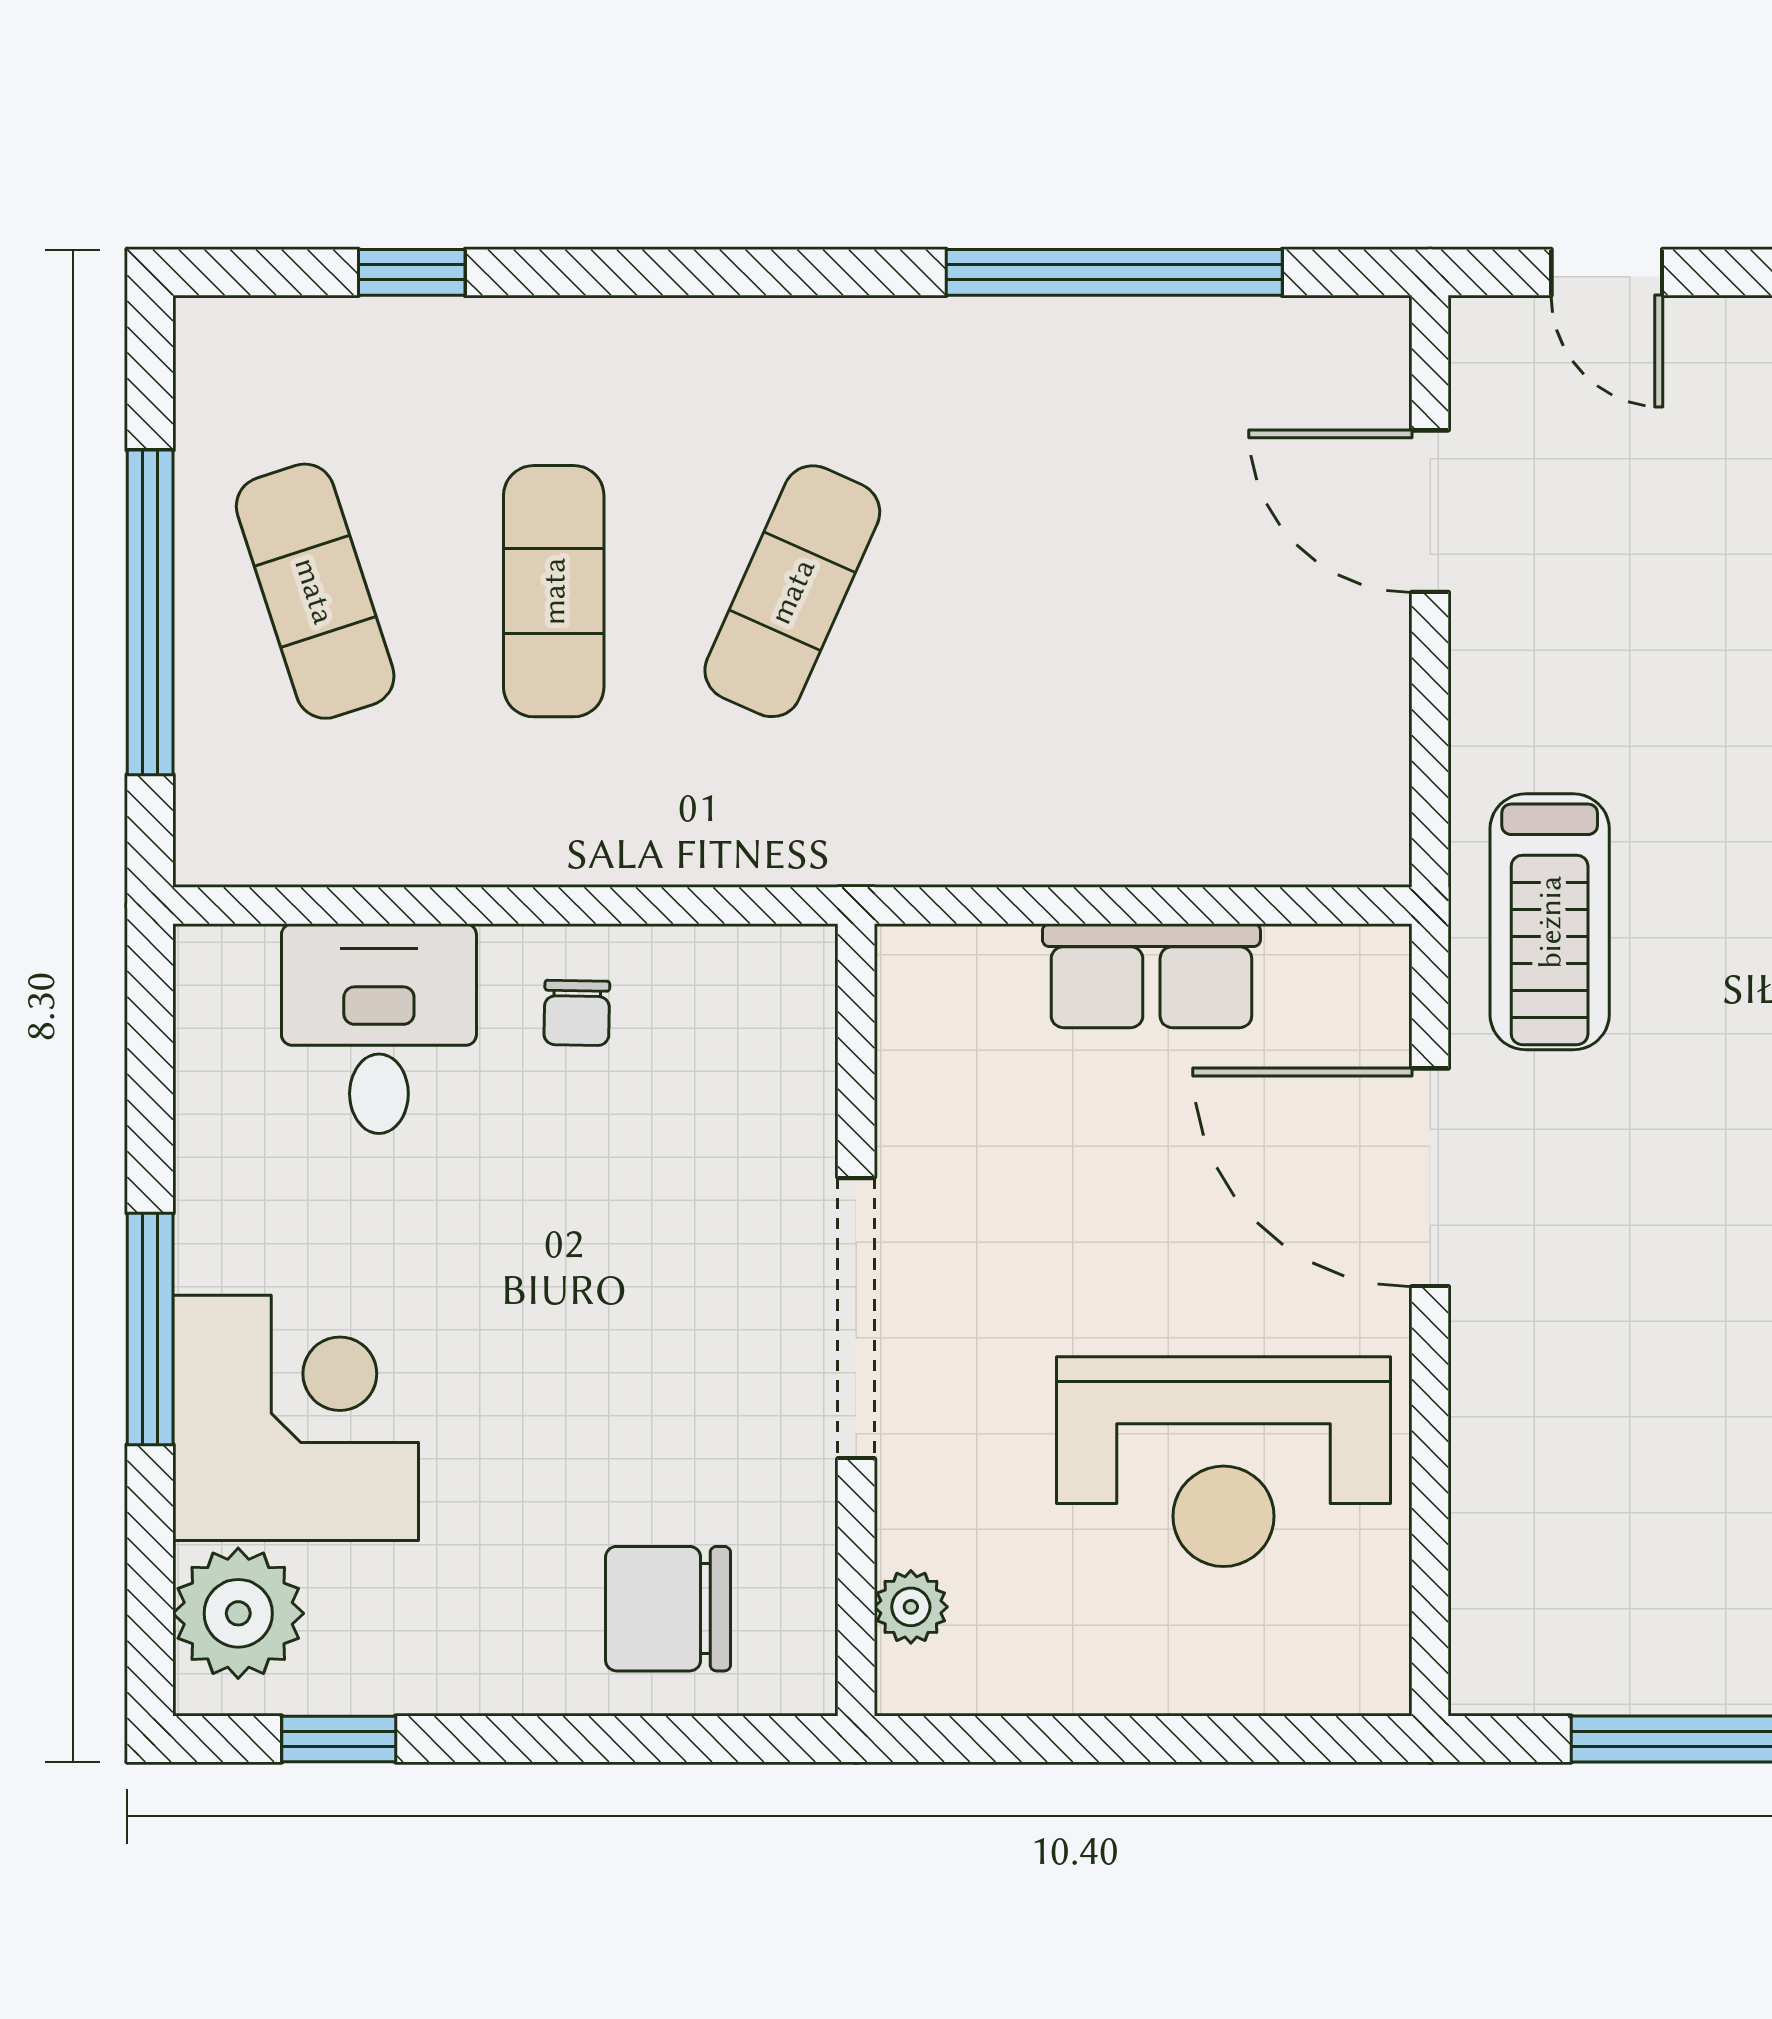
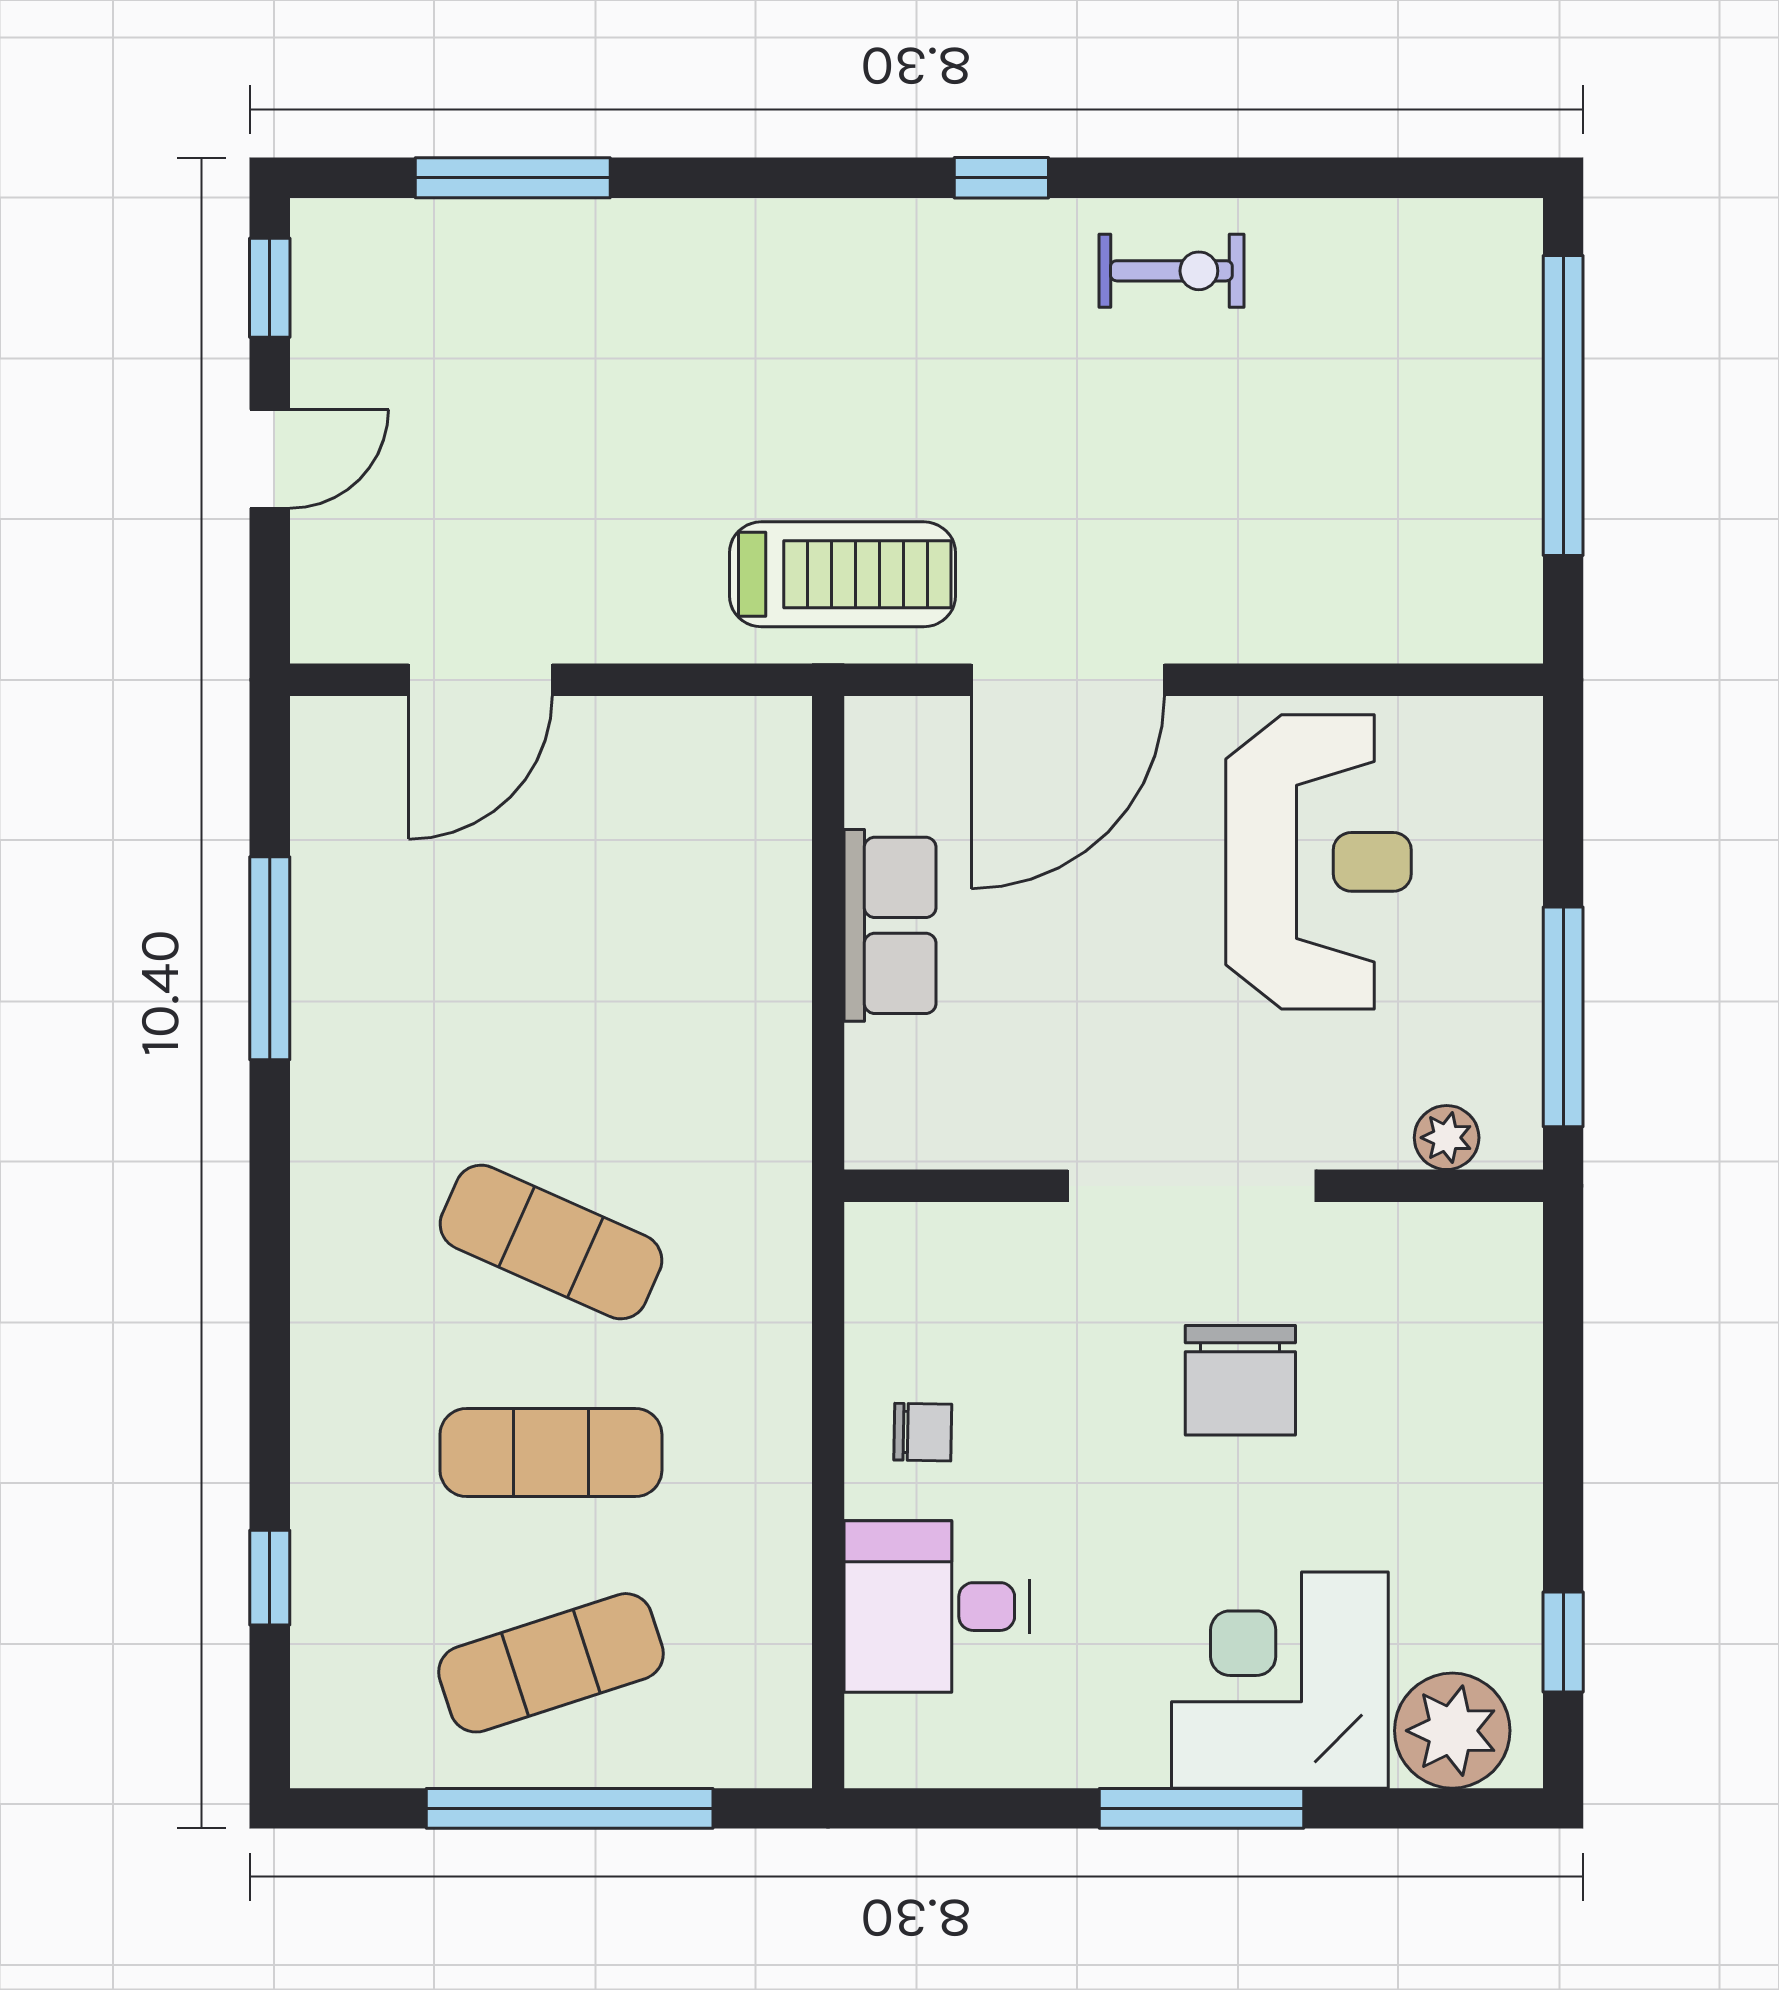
window: (1114, 272) -> (270, 958), width x0.68
door: (1607, 272) -> (270, 459), moved
chair: (668, 1609) -> (1240, 1380), moved
window: (1048, 1739) -> (1563, 1017), added

